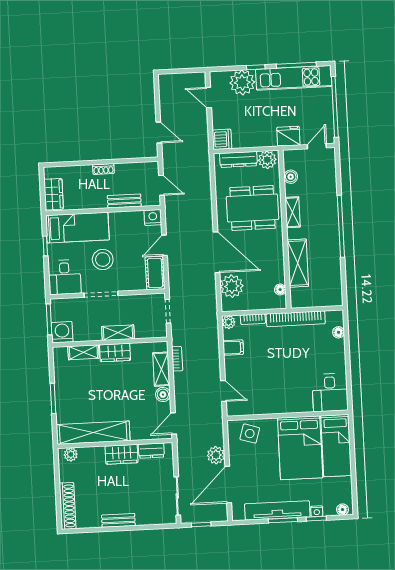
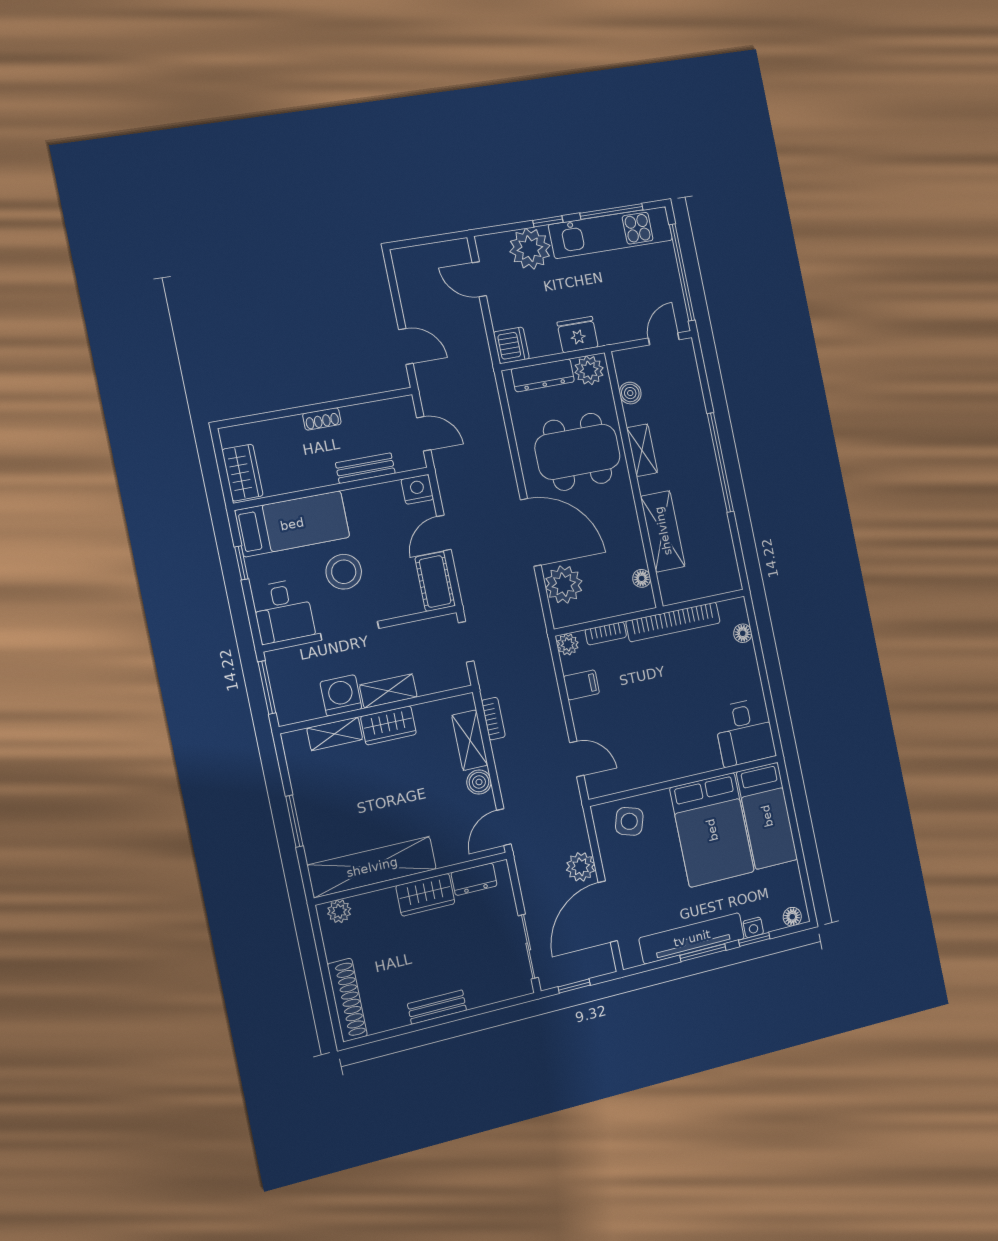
fridge: (288, 136) -> (578, 335), moved
washing machine: (62, 332) -> (341, 695), moved

